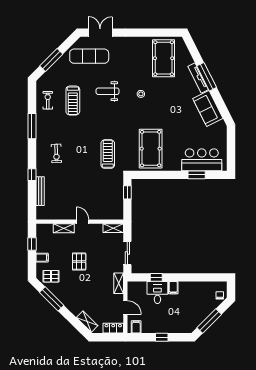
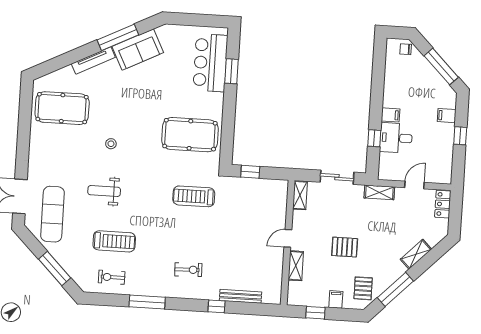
window: (207, 77) -> (118, 37), moved
weight bench: (108, 91) -> (104, 191), turned 90
shelving: (87, 322) -> (416, 254), moved
filing cabinet: (136, 327) -> (447, 116), moved

